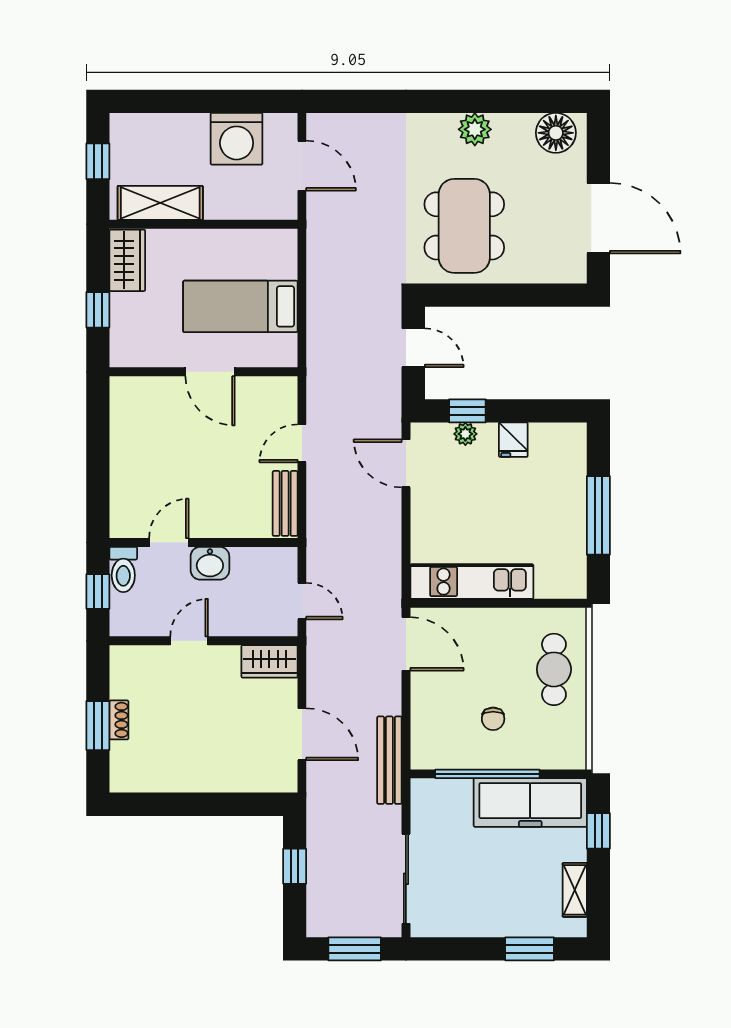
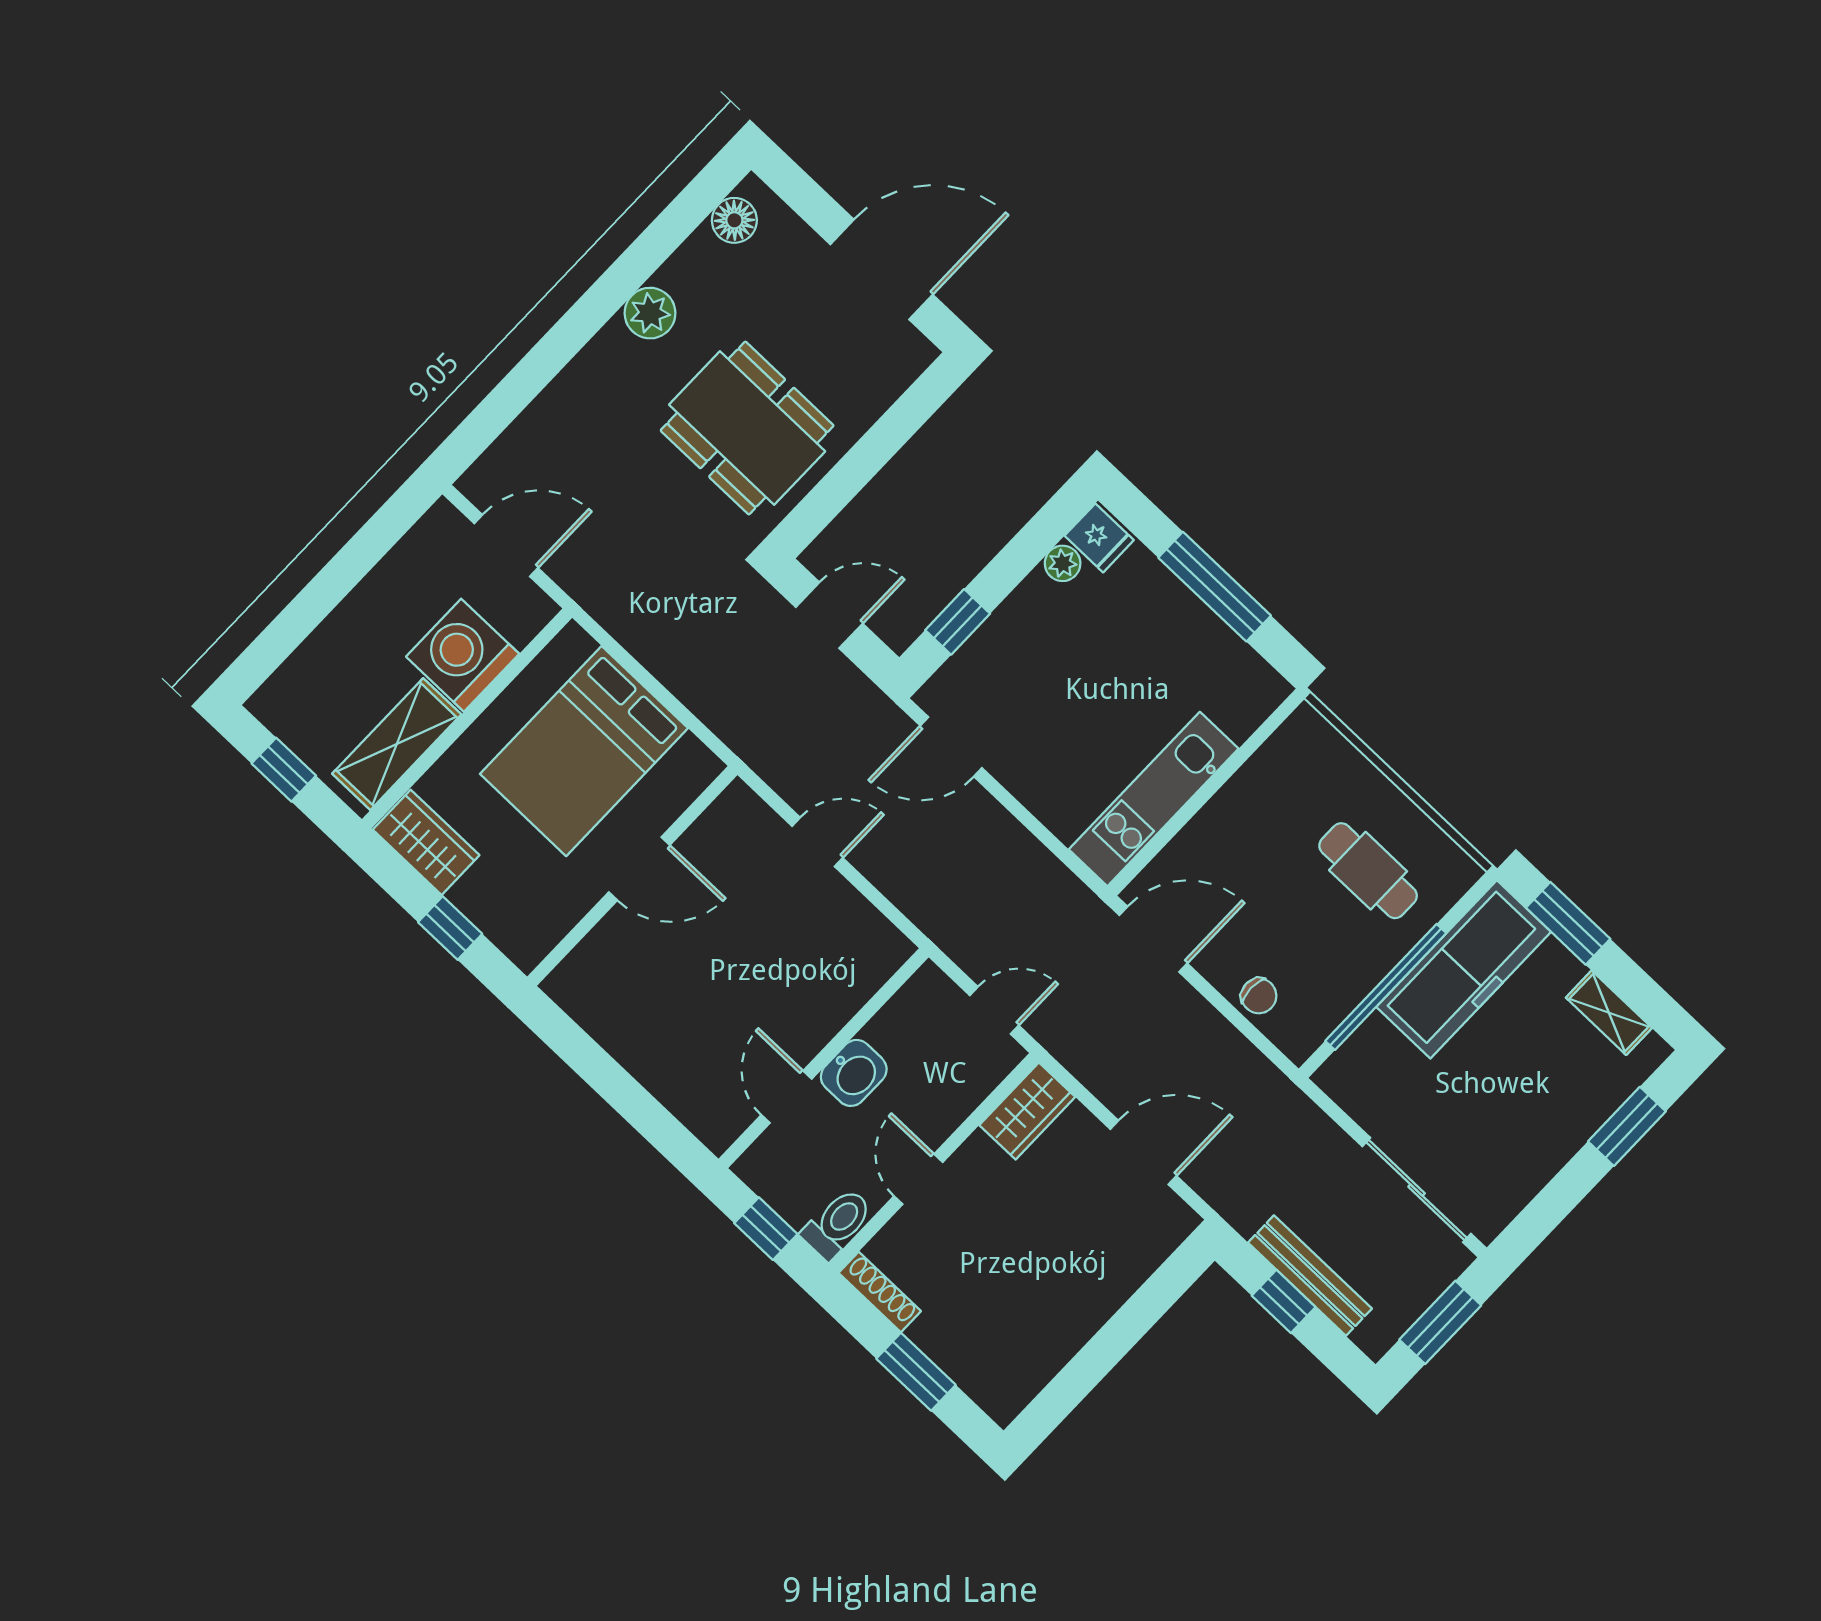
floor lamp: (556, 133) -> (734, 220), width x0.73, depth x0.73
washing machine: (237, 139) -> (463, 655), moved, turned 180
bed: (240, 306) -> (584, 751), width x1.50
plant: (465, 434) -> (1063, 563), moved
fridge: (513, 440) -> (1099, 538), moved
door: (302, 443) -> (817, 842), swing flipped
bench: (285, 503) -> (867, 925), removed
toilet: (123, 569) -> (837, 1224), moved, turned -90
cafe table: (554, 669) -> (1368, 871), moved
chair: (493, 719) -> (1259, 996), moved
shoe rack: (119, 720) -> (880, 1292), moved, width x1.43
bench: (389, 760) -> (1310, 1276), moved
window: (598, 831) -> (1568, 923), width x1.50

